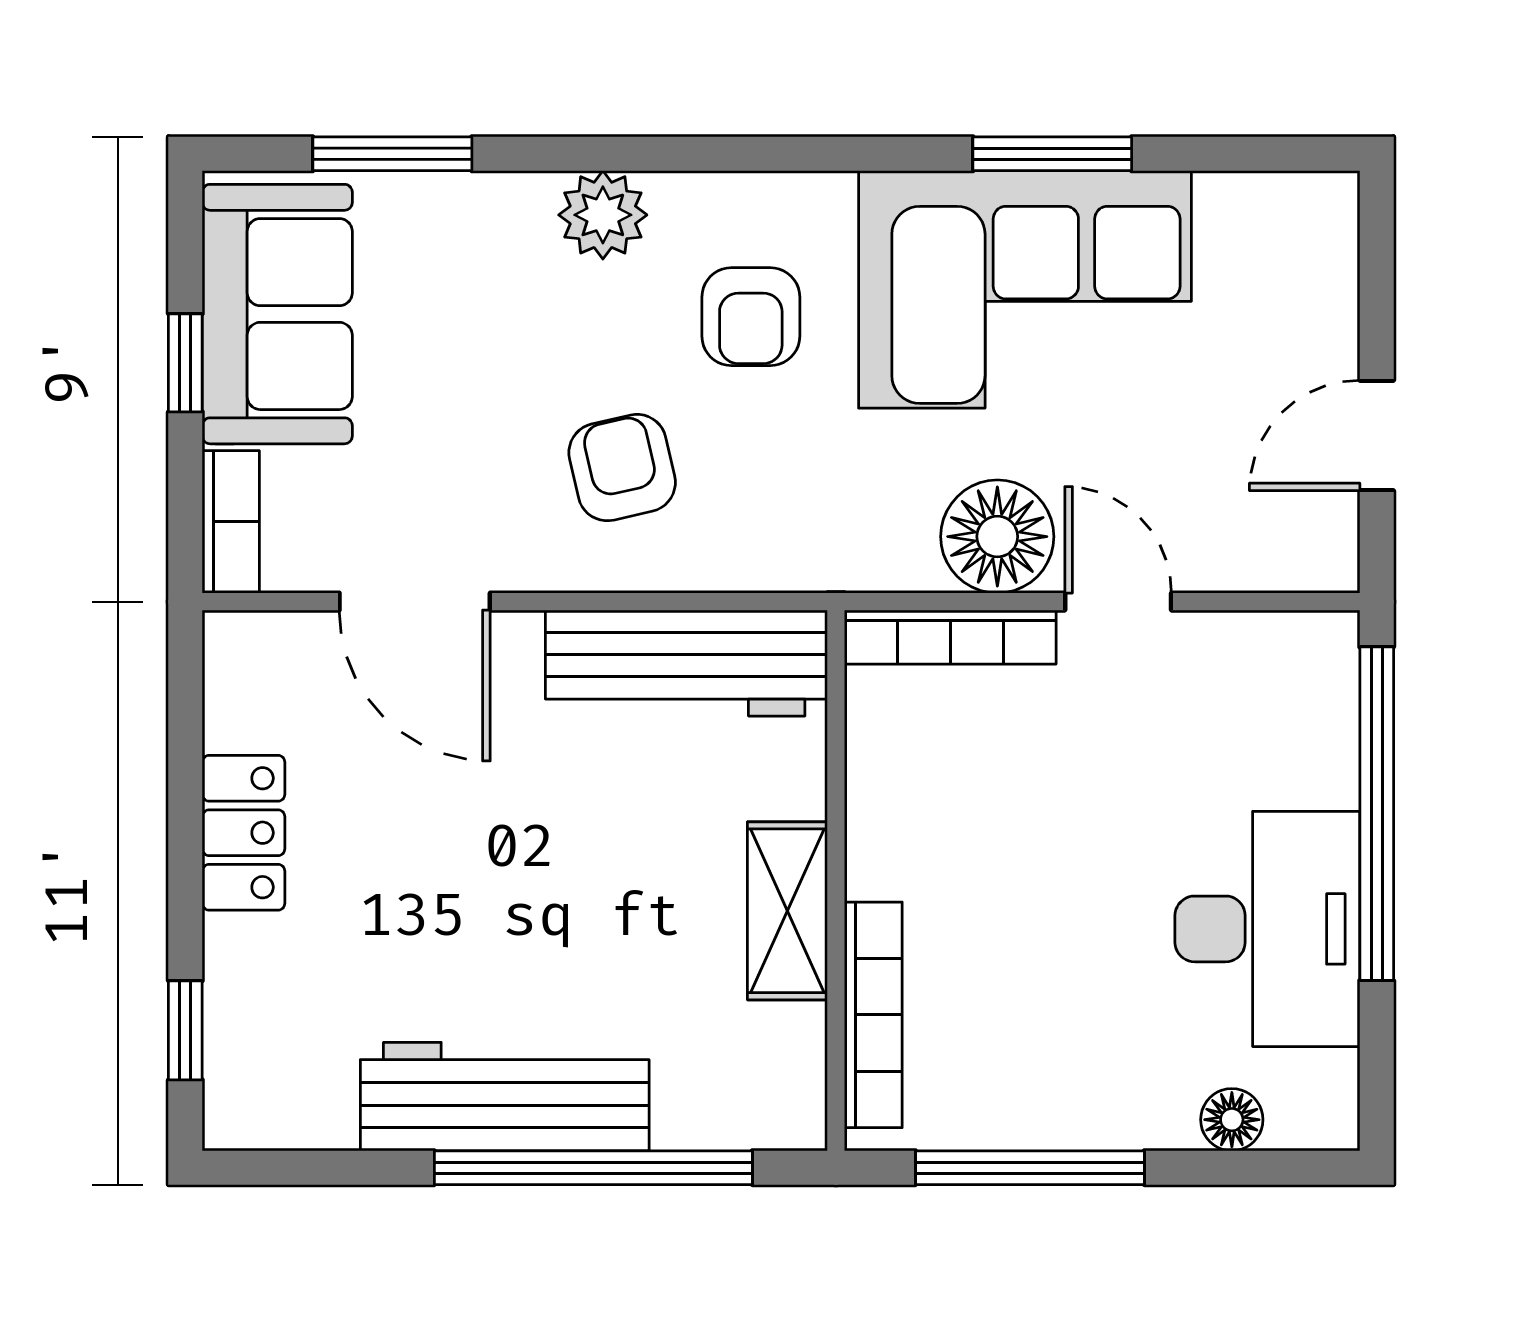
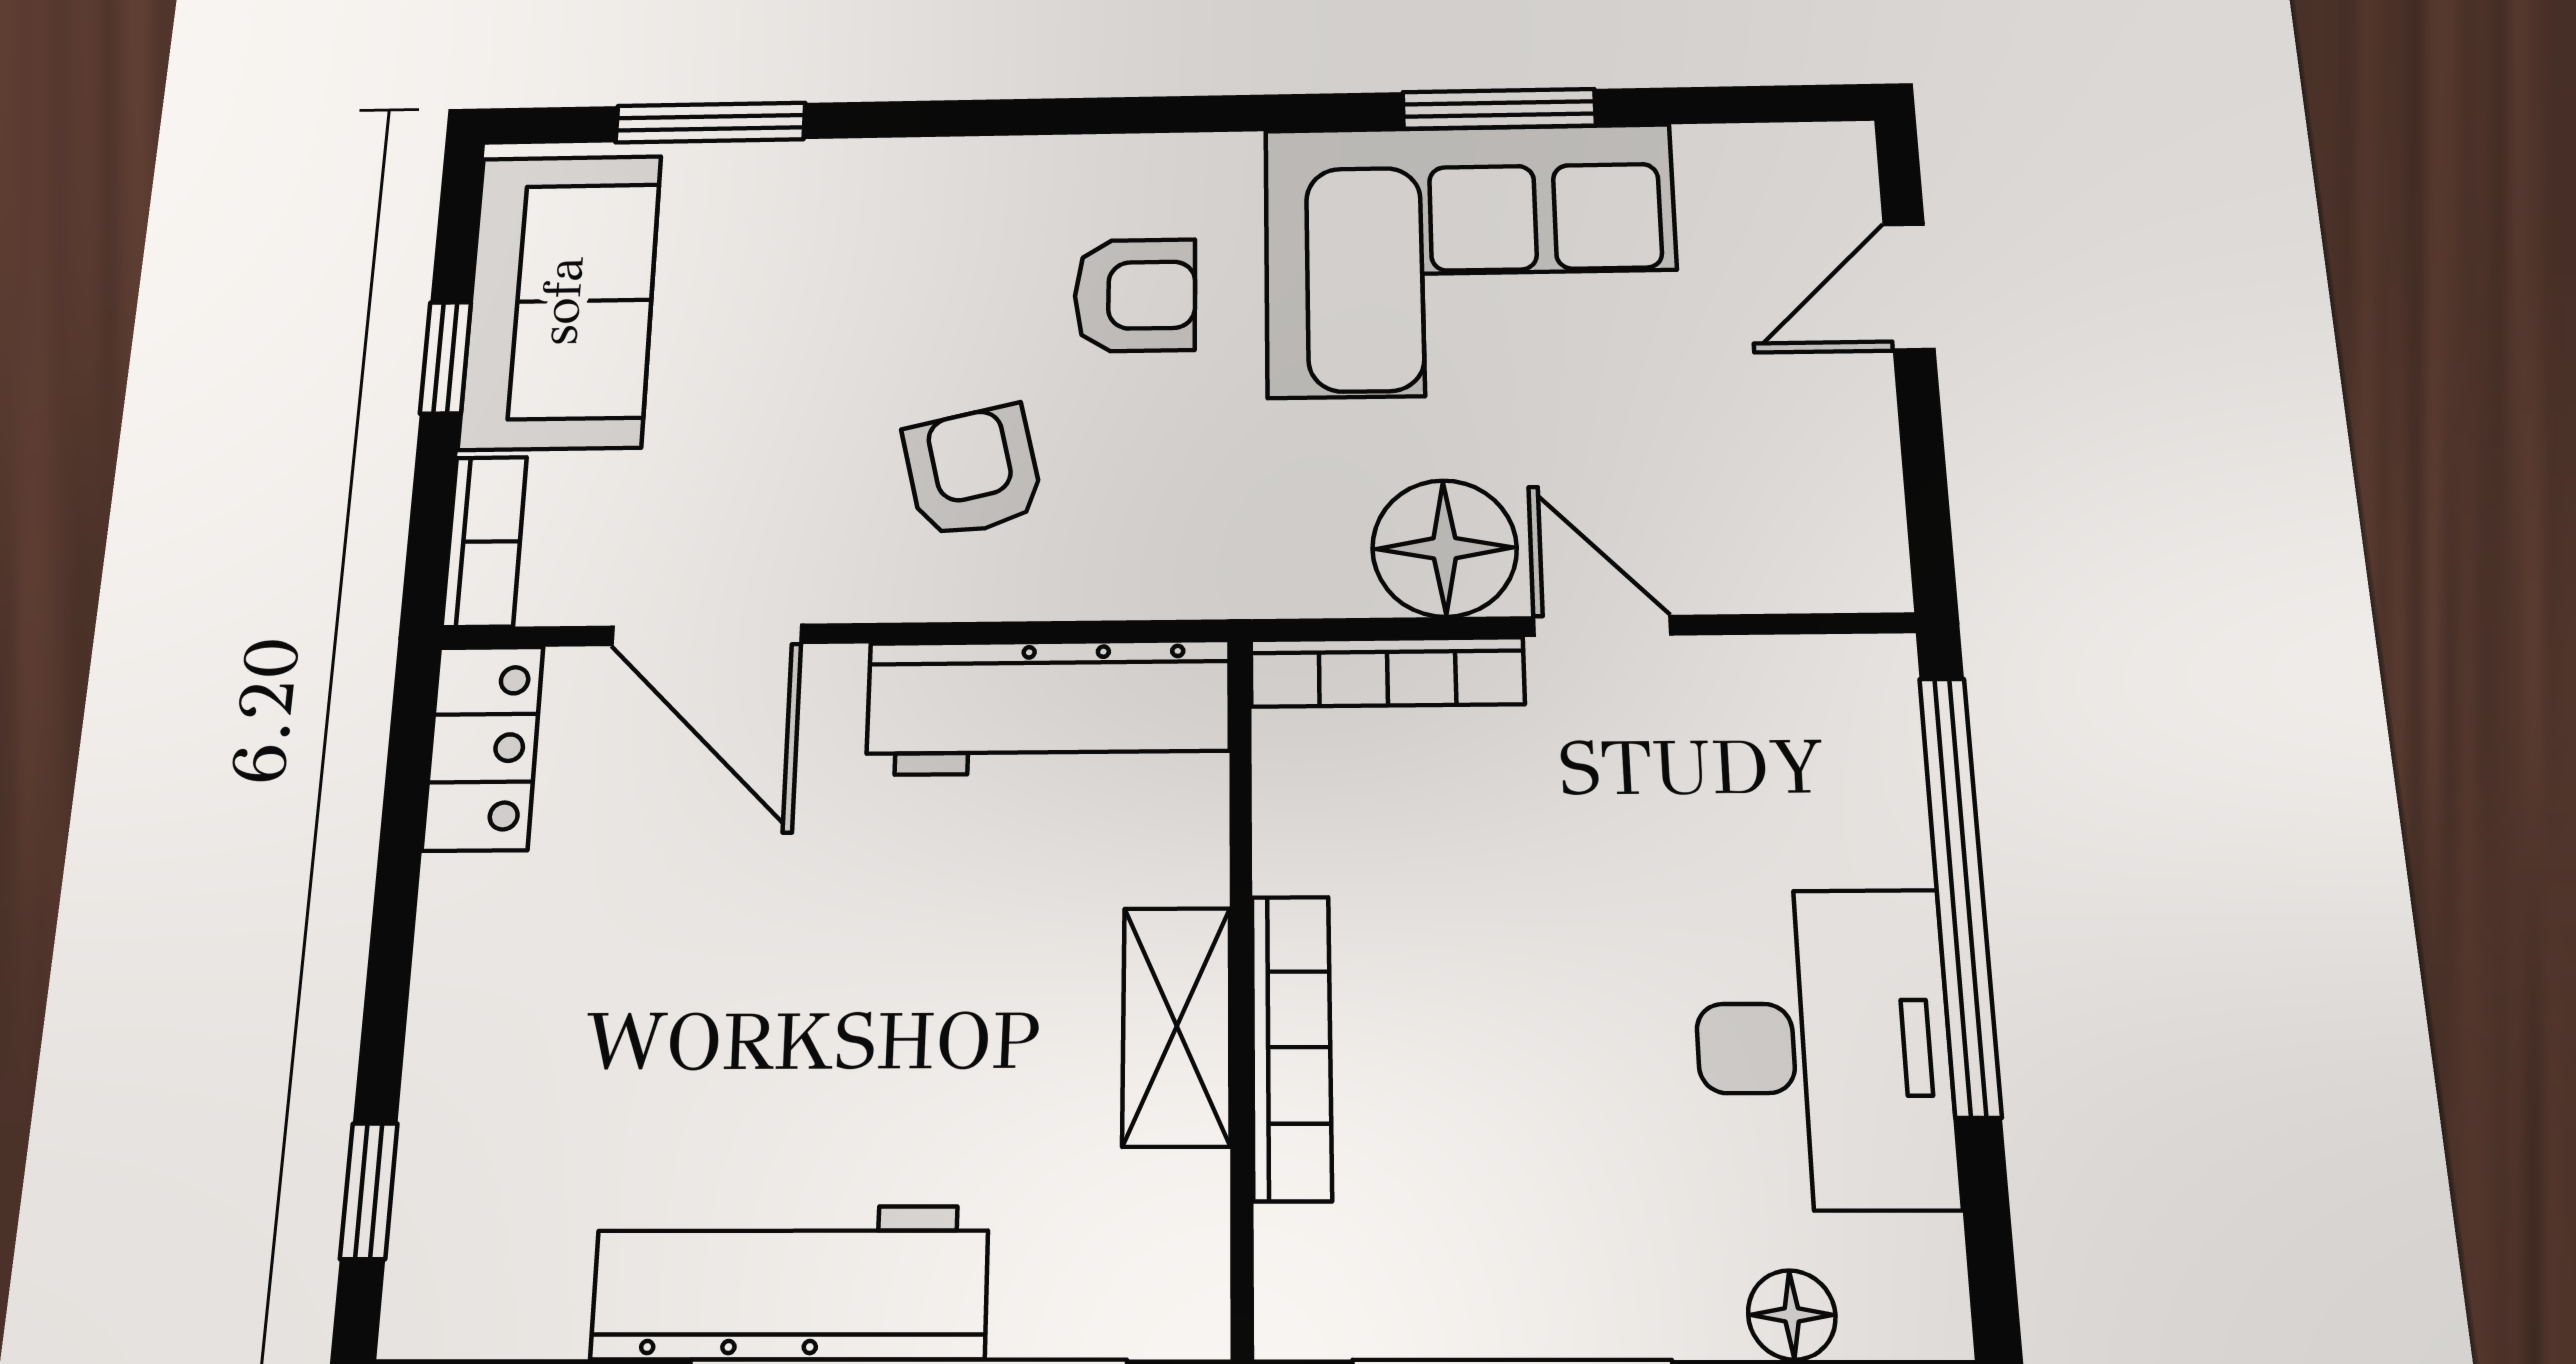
plant: (603, 215) -> (958, 185), removed
armchair: (751, 317) -> (1135, 295), turned -90
door: (1377, 436) -> (1909, 287), moved
locker: (244, 833) -> (483, 748), moved
bookcase: (873, 1015) -> (1291, 1047), moved

